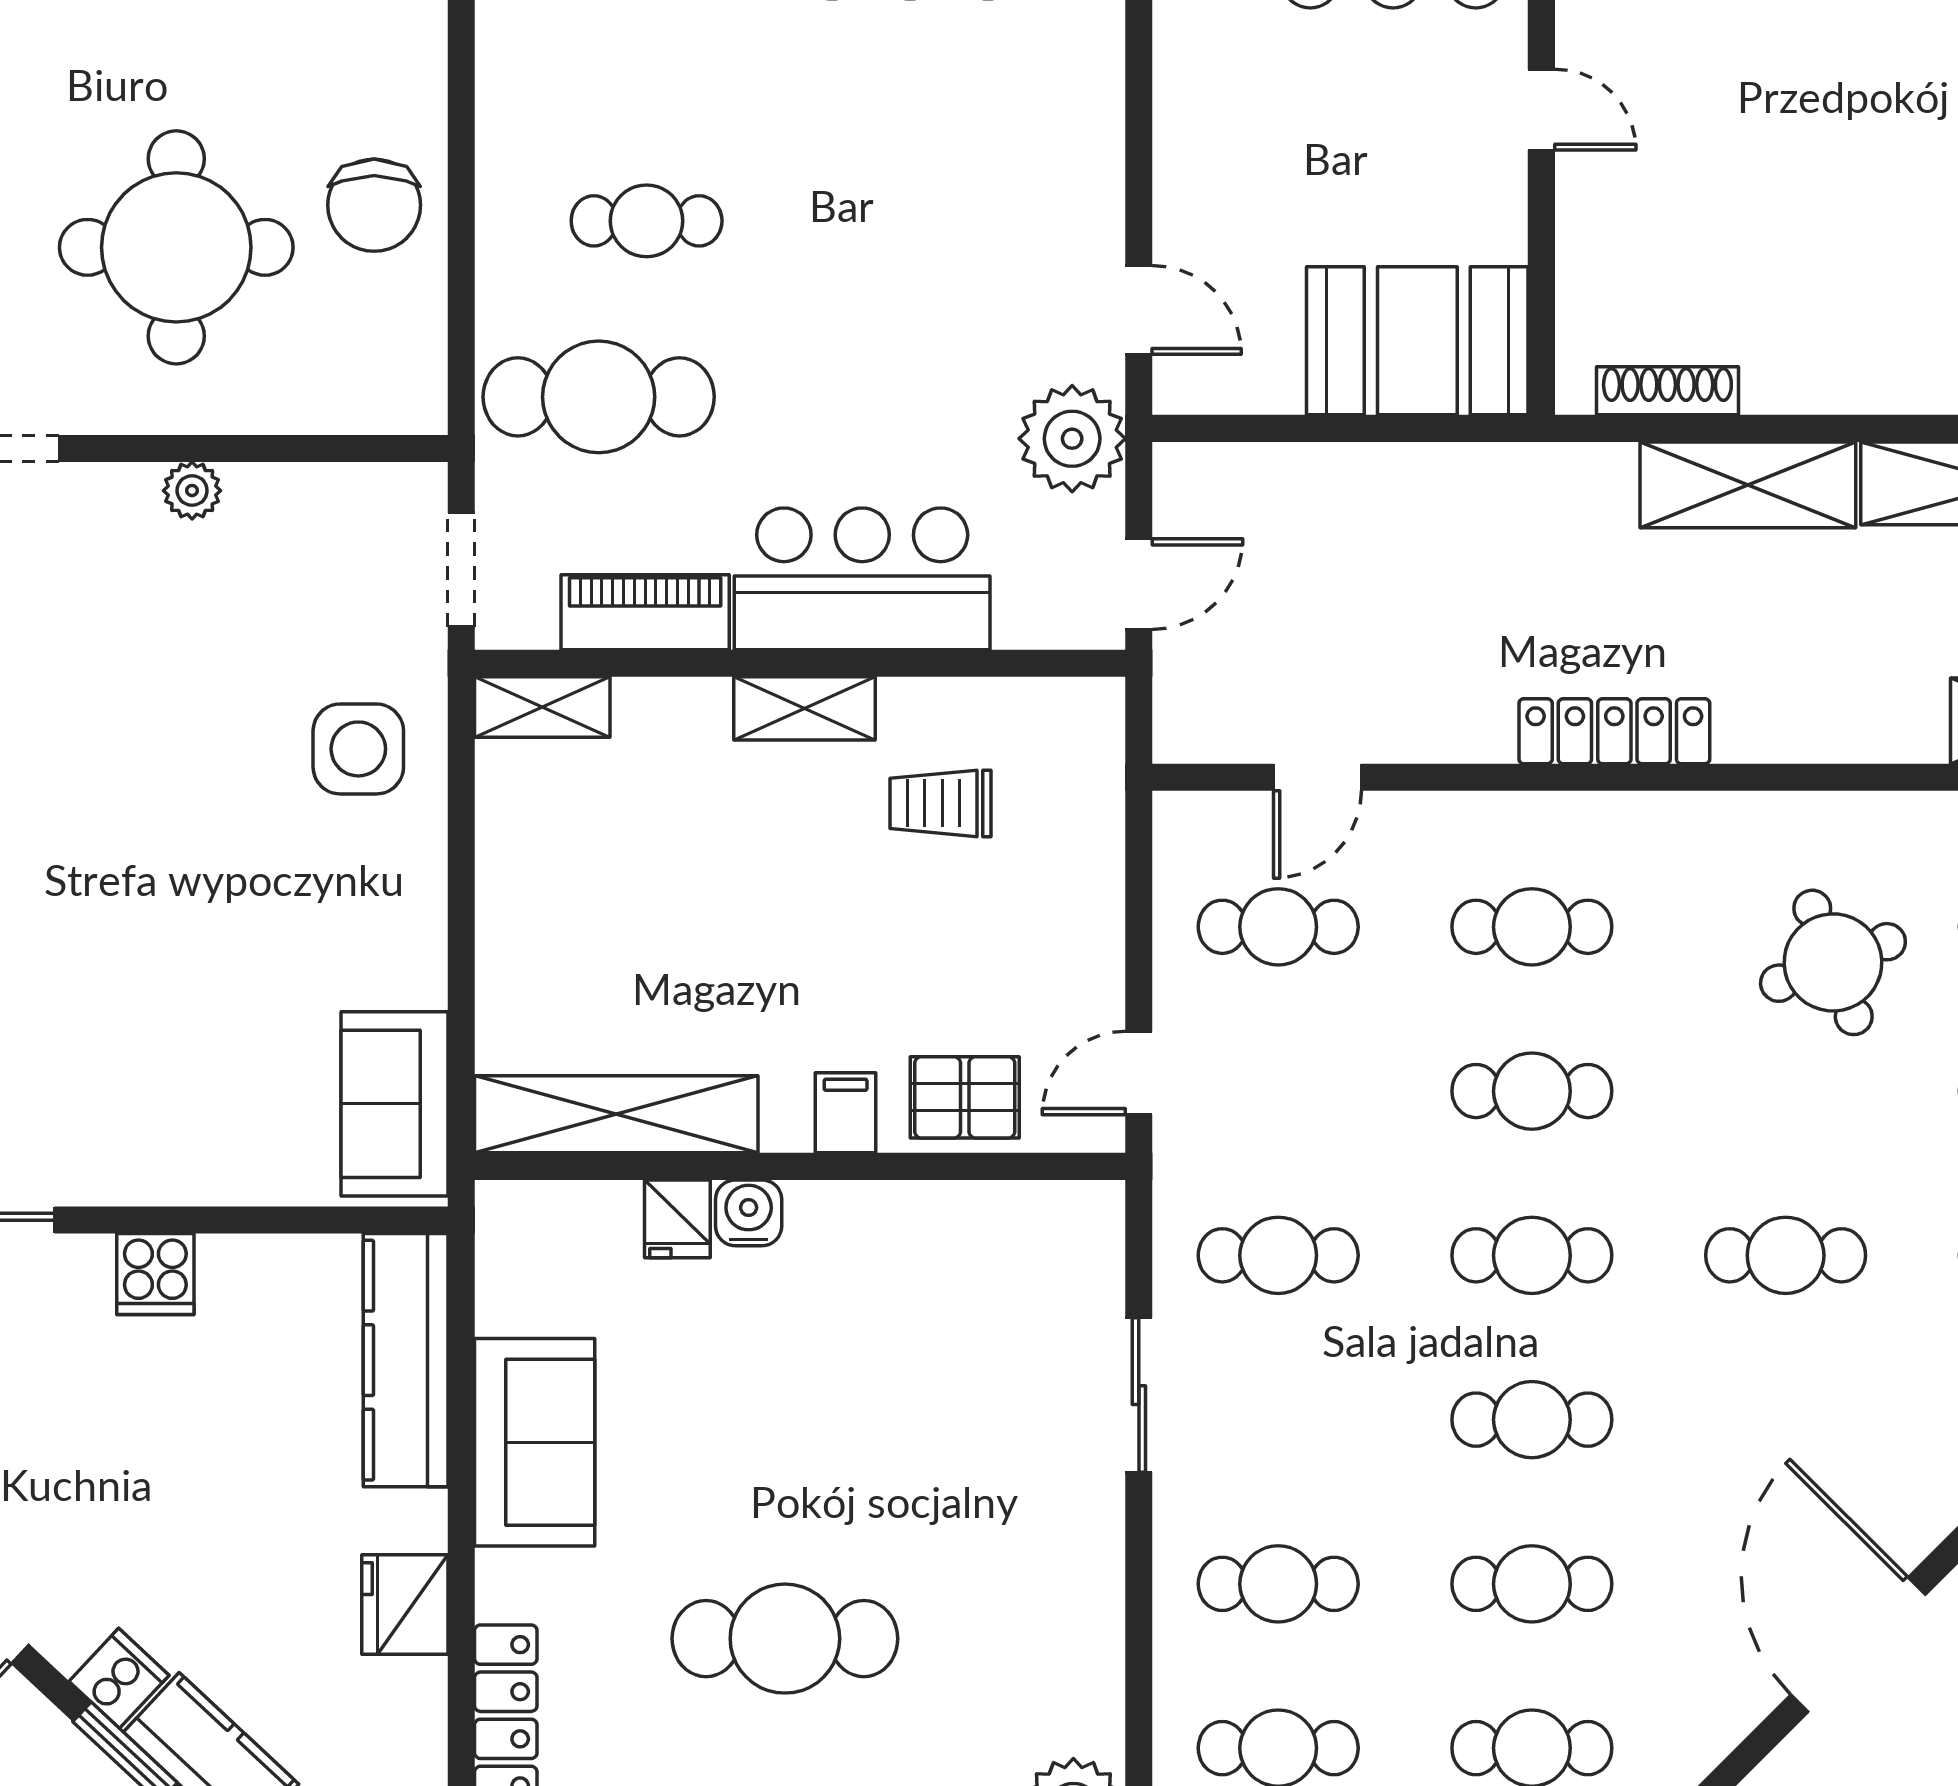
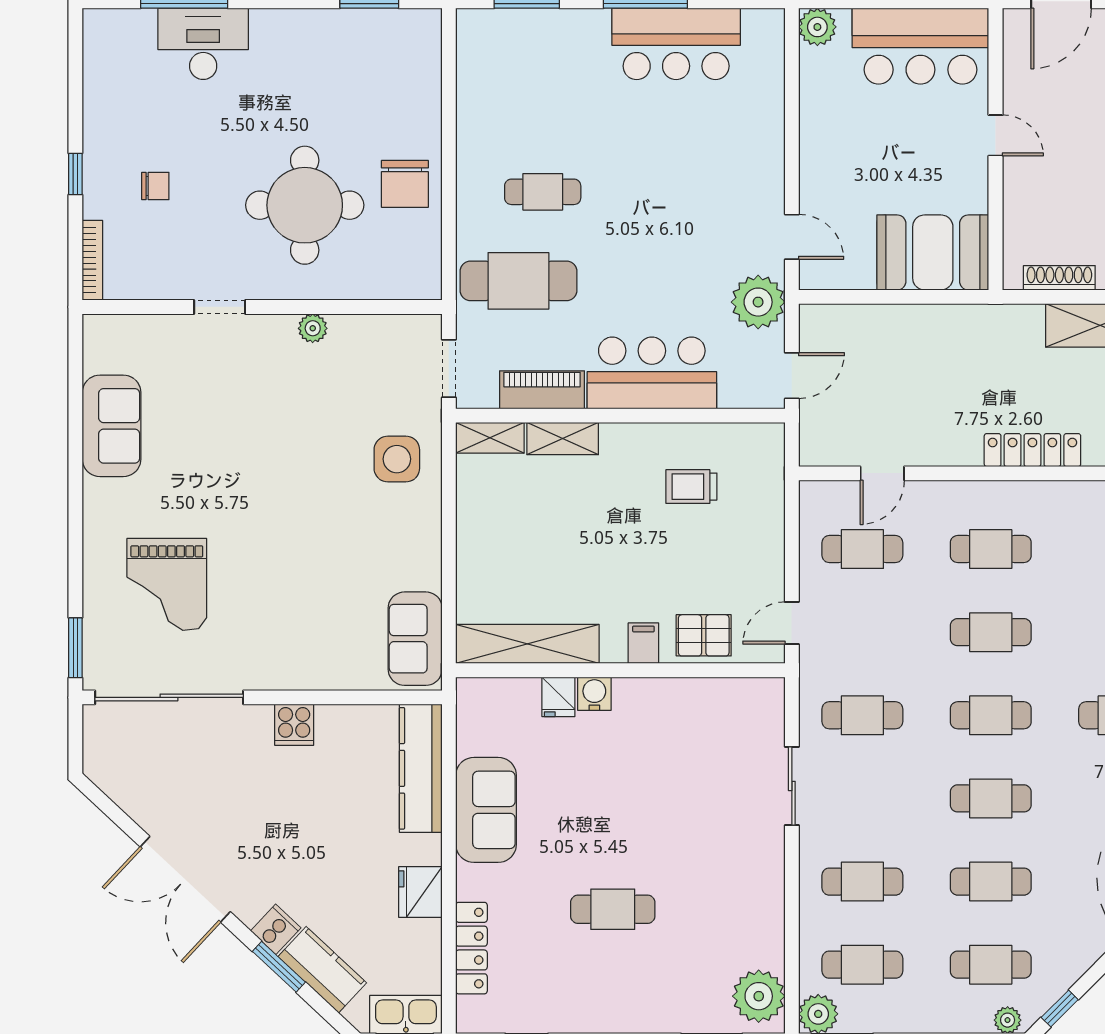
shelving: (805, 708) -> (563, 439), moved
cafe table: (785, 1639) -> (613, 909), width x0.73, depth x0.74

